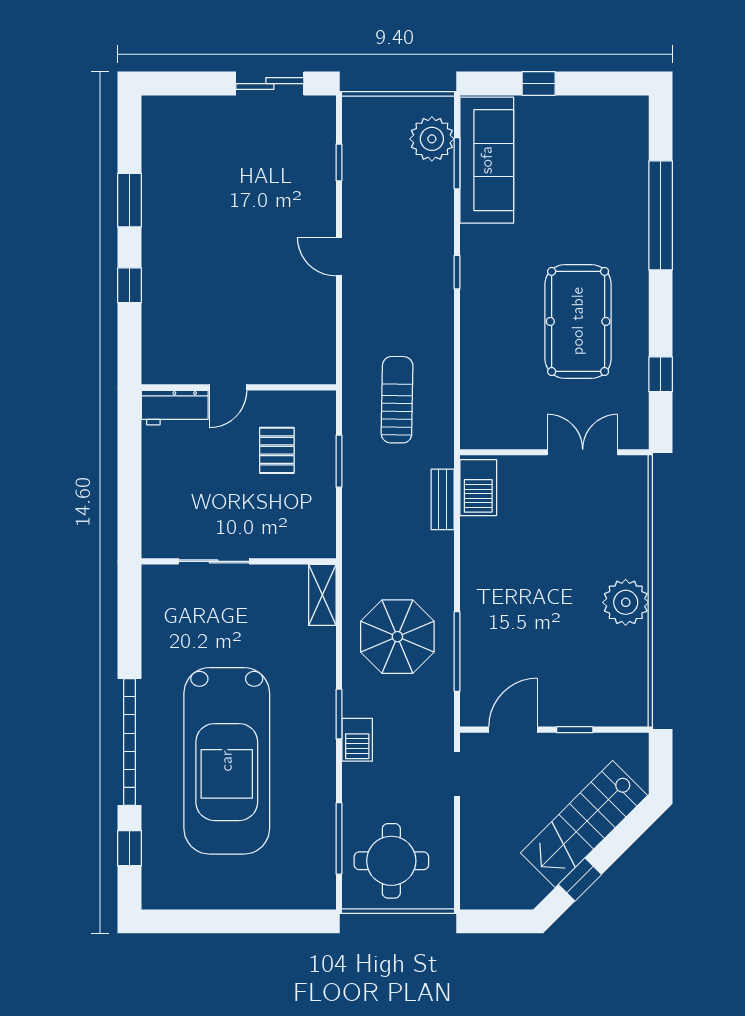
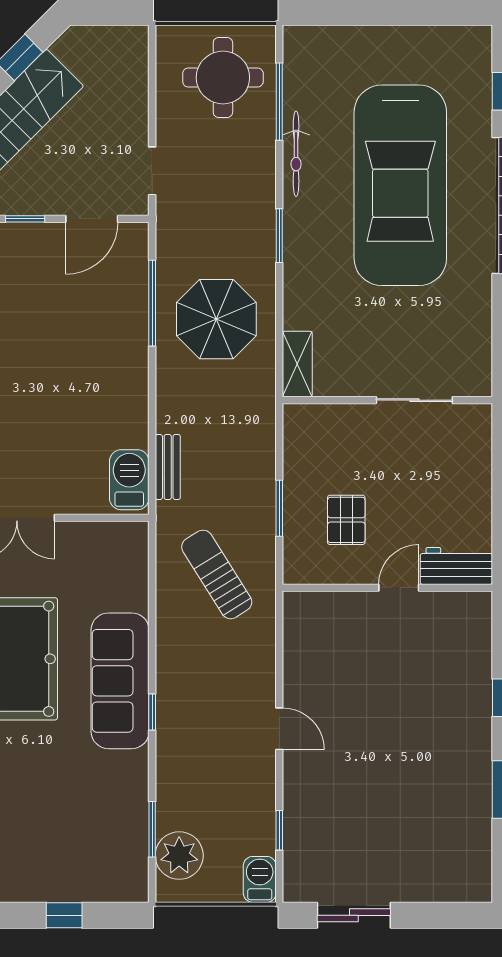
sofa: (487, 160) -> (120, 681), moved
sun lounger: (397, 400) -> (217, 574), turned 147
barbecue: (357, 740) -> (260, 879), moved
car: (227, 761) -> (400, 185), turned 180
bicycle: (323, 790) -> (296, 154), added

